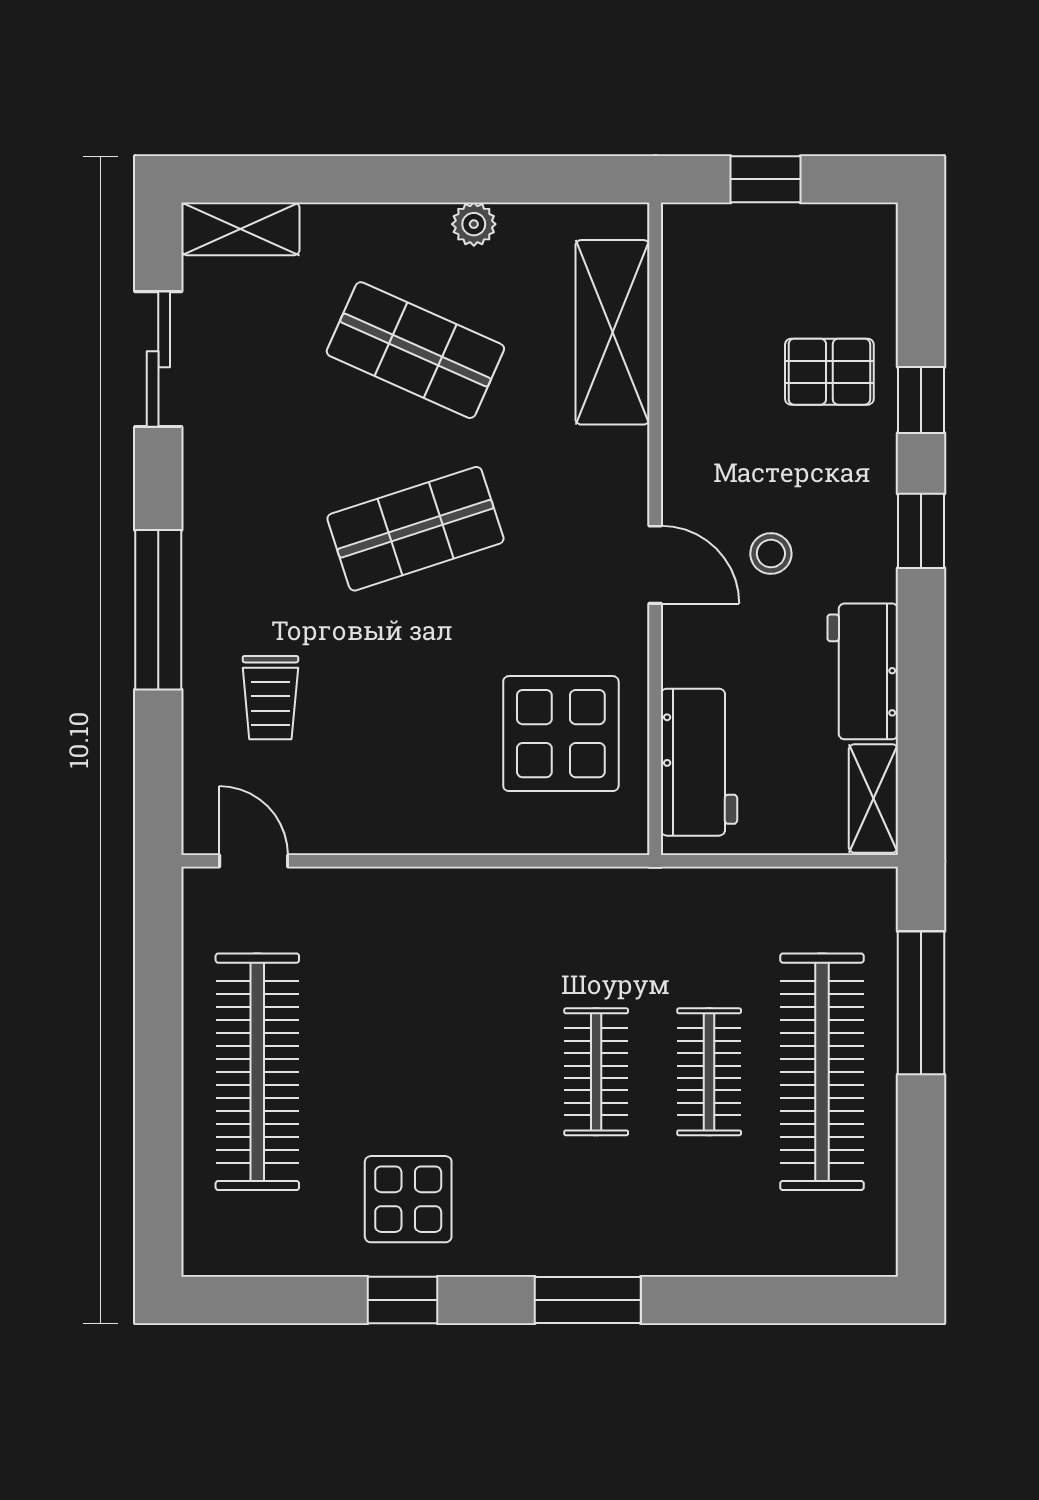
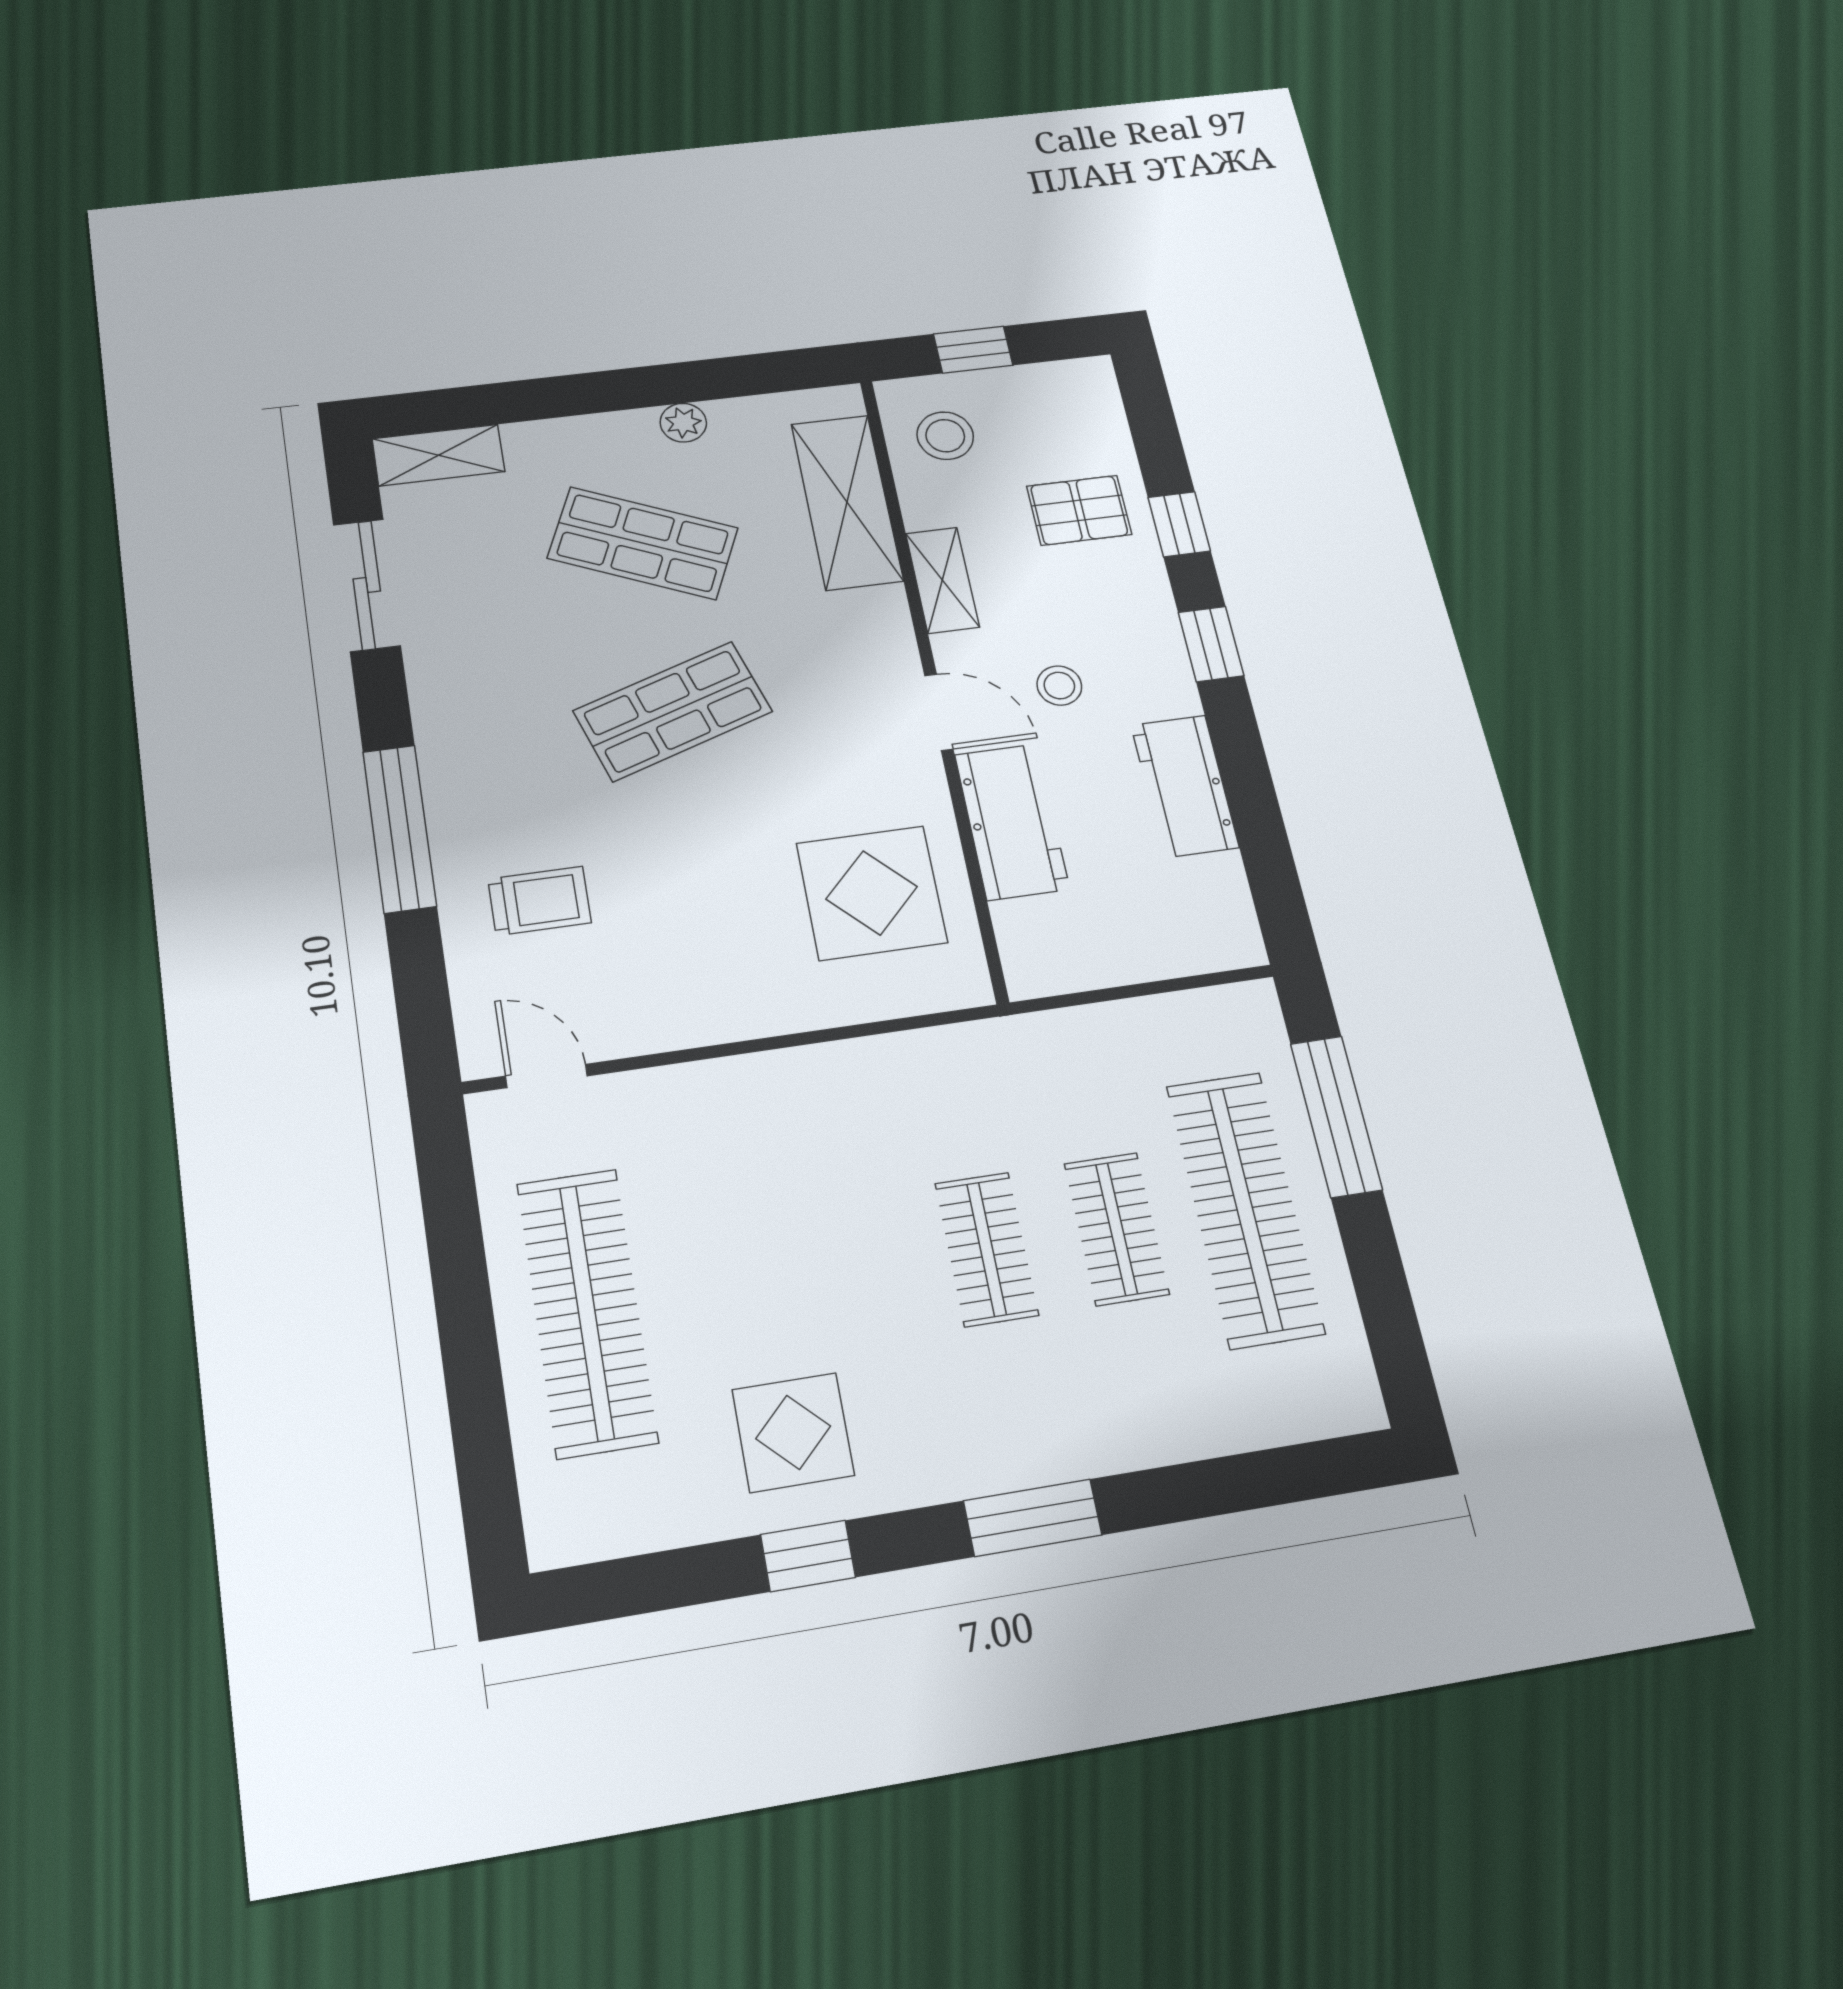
stool: (719, 272) -> (945, 436), added
trolley: (270, 698) -> (540, 901), turned -90
workbench: (699, 762) -> (1012, 822), moved
shelving: (873, 798) -> (942, 580), moved

